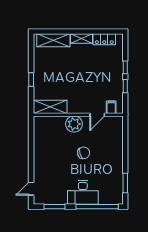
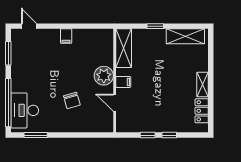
shelving: (53, 40) -> (185, 36), moved, turned 90
filing cabinet: (111, 107) -> (123, 82), moved
chair: (84, 153) -> (72, 100), moved
filing cabinet: (40, 157) -> (66, 36), added
desk: (83, 192) -> (25, 110), moved

